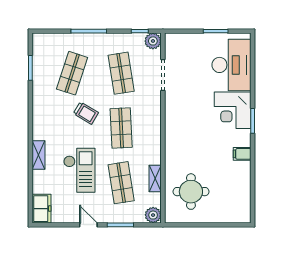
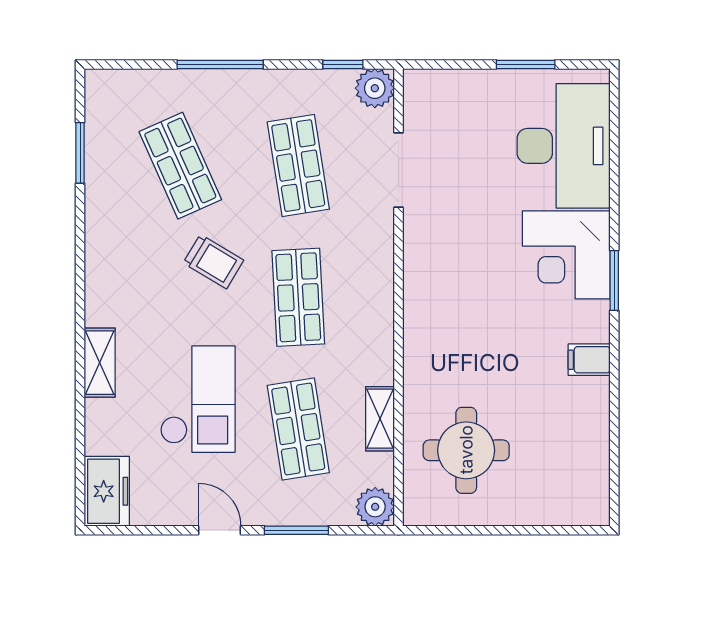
shop shelf: (72, 73) -> (180, 166), turned -42

